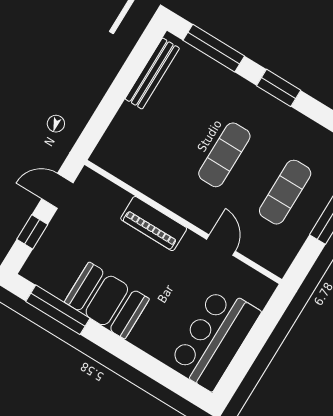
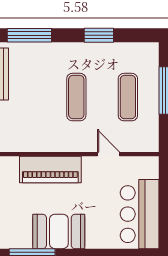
window: (279, 88) -> (99, 35), moved
piano: (154, 224) -> (50, 170), width x1.37, depth x1.33

